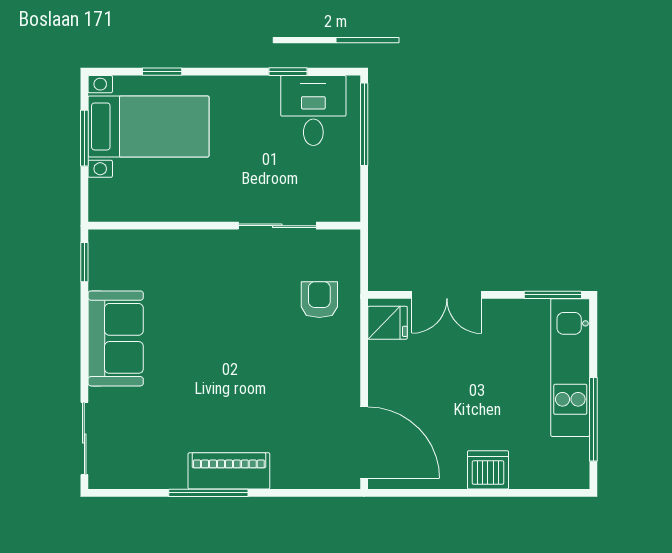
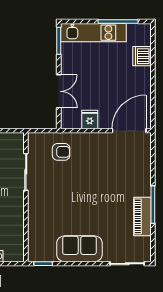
armchair: (319, 300) -> (61, 152), turned 180
fridge: (388, 323) -> (90, 119), moved
dishwasher: (488, 470) -> (142, 56), moved
piano: (229, 471) -> (142, 216), moved

